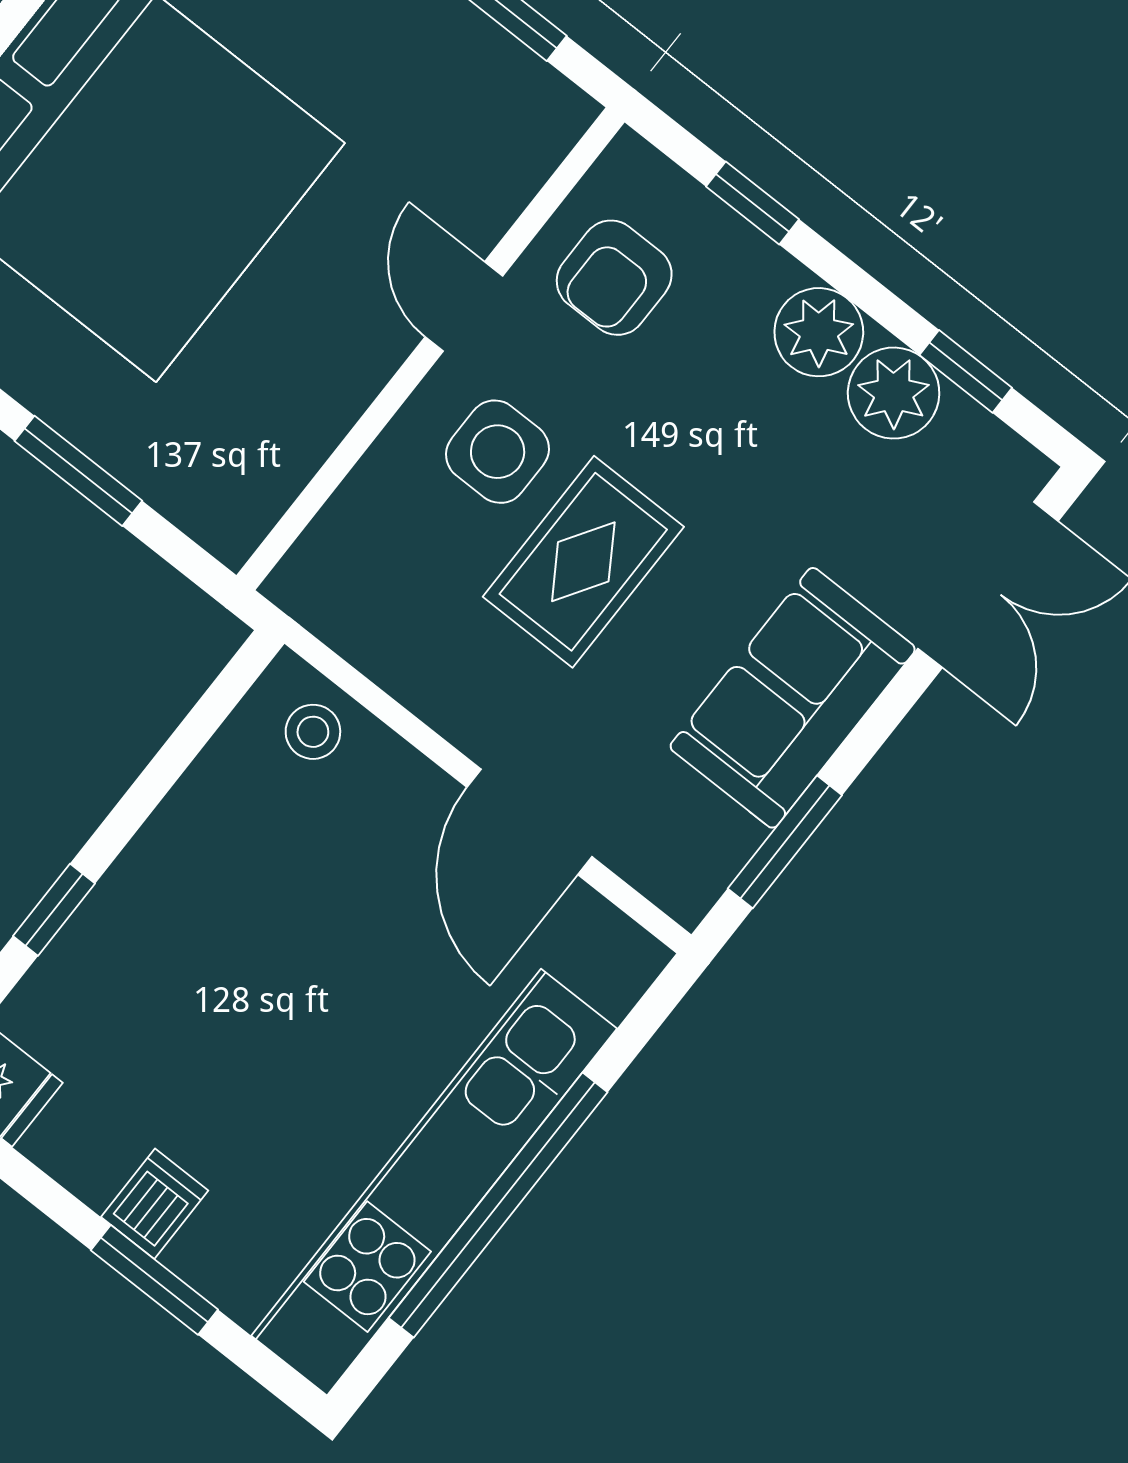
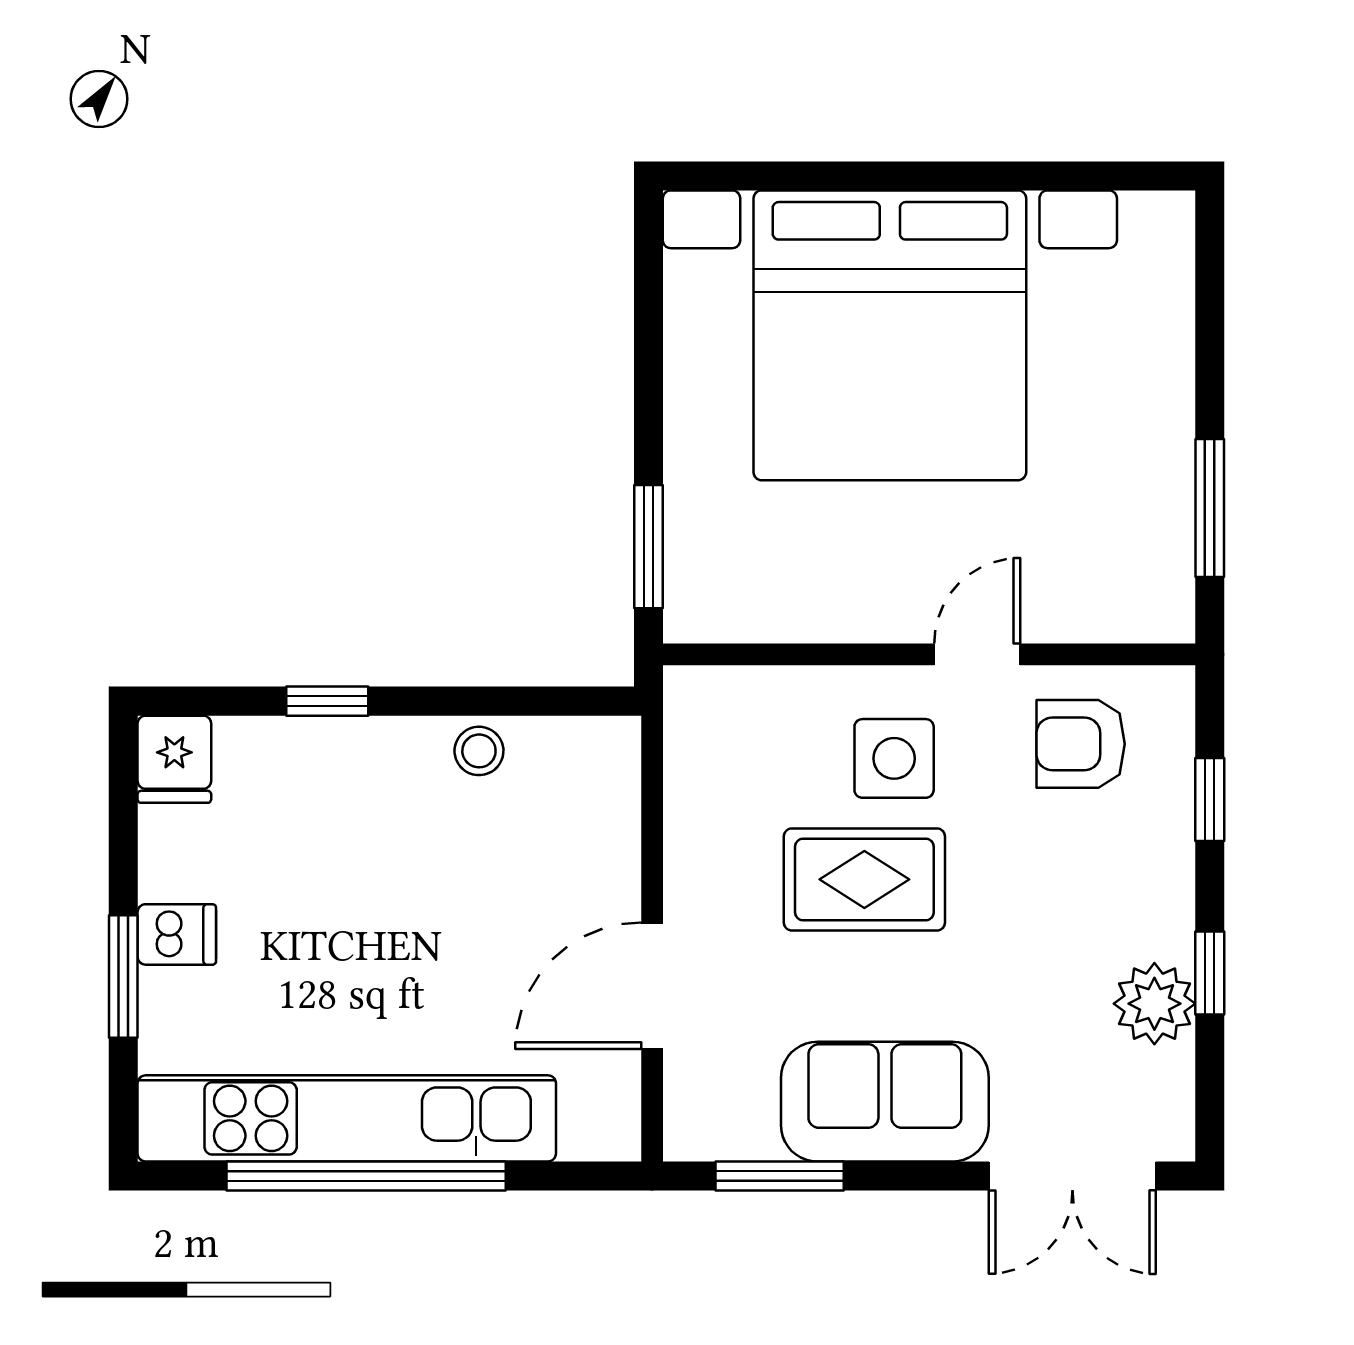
plant: (819, 332) -> (1156, 918), removed
window: (966, 371) -> (1210, 973), moved
window: (78, 471) -> (649, 547), moved
stool: (313, 732) -> (479, 751), moved

